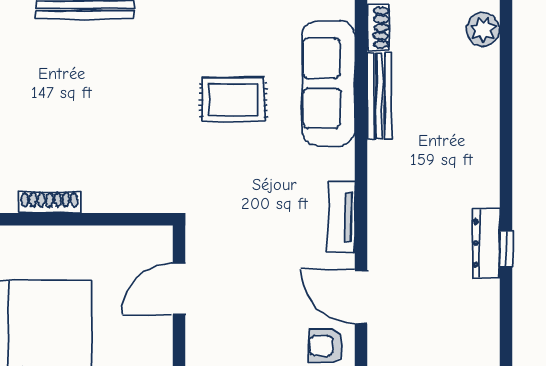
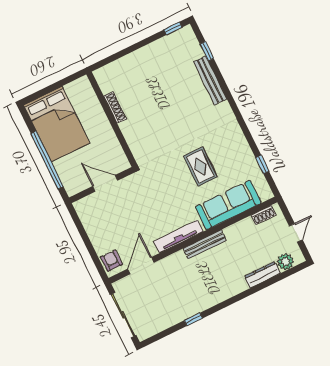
bench: (379, 96) -> (205, 244), moved
tv unit: (341, 217) -> (178, 236), width x1.41
dresser: (486, 243) -> (262, 275), moved

